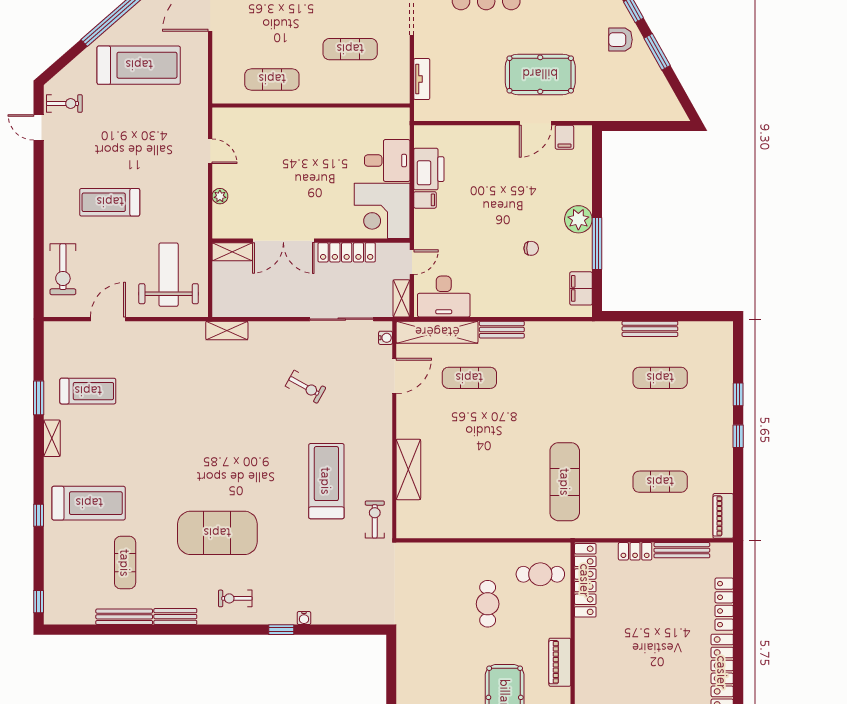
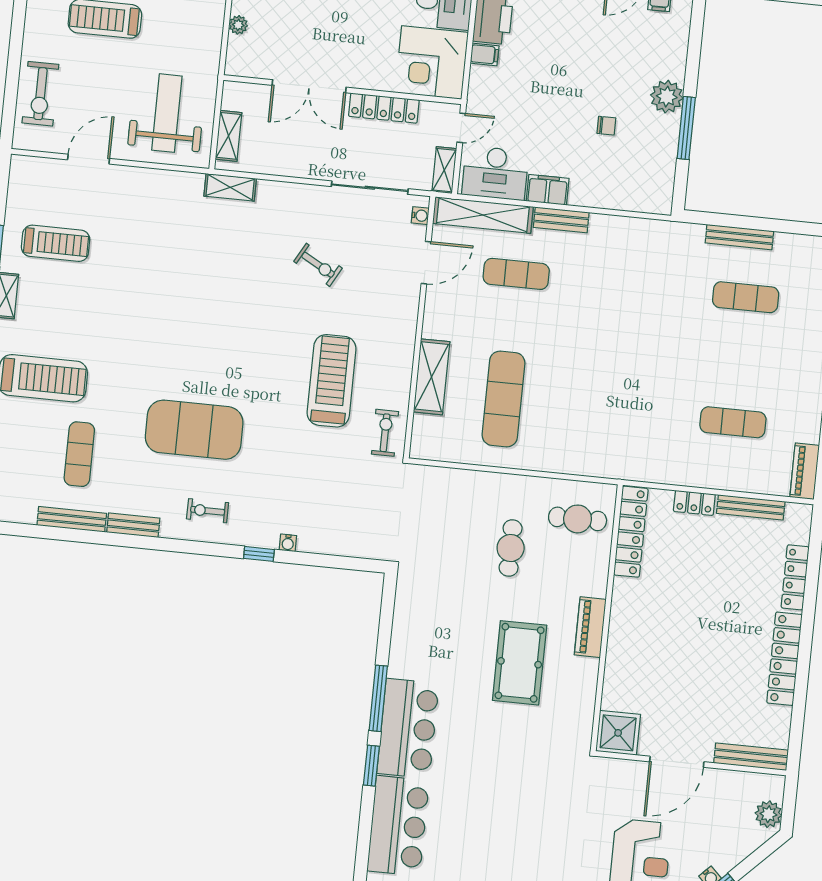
shelving: (232, 252) -> (228, 136), moved, turned 90
filing cabinet: (581, 288) -> (548, 190), moved, turned 90
exercise mat: (565, 482) -> (503, 399), moved

